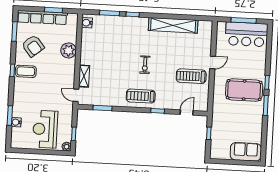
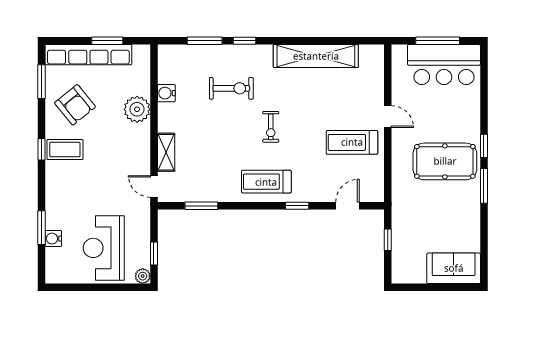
water cooler: (87, 23) -> (166, 93), moved
exercise bike: (123, 41) -> (231, 88), added
door: (213, 62) -> (388, 117), hinge flipped

